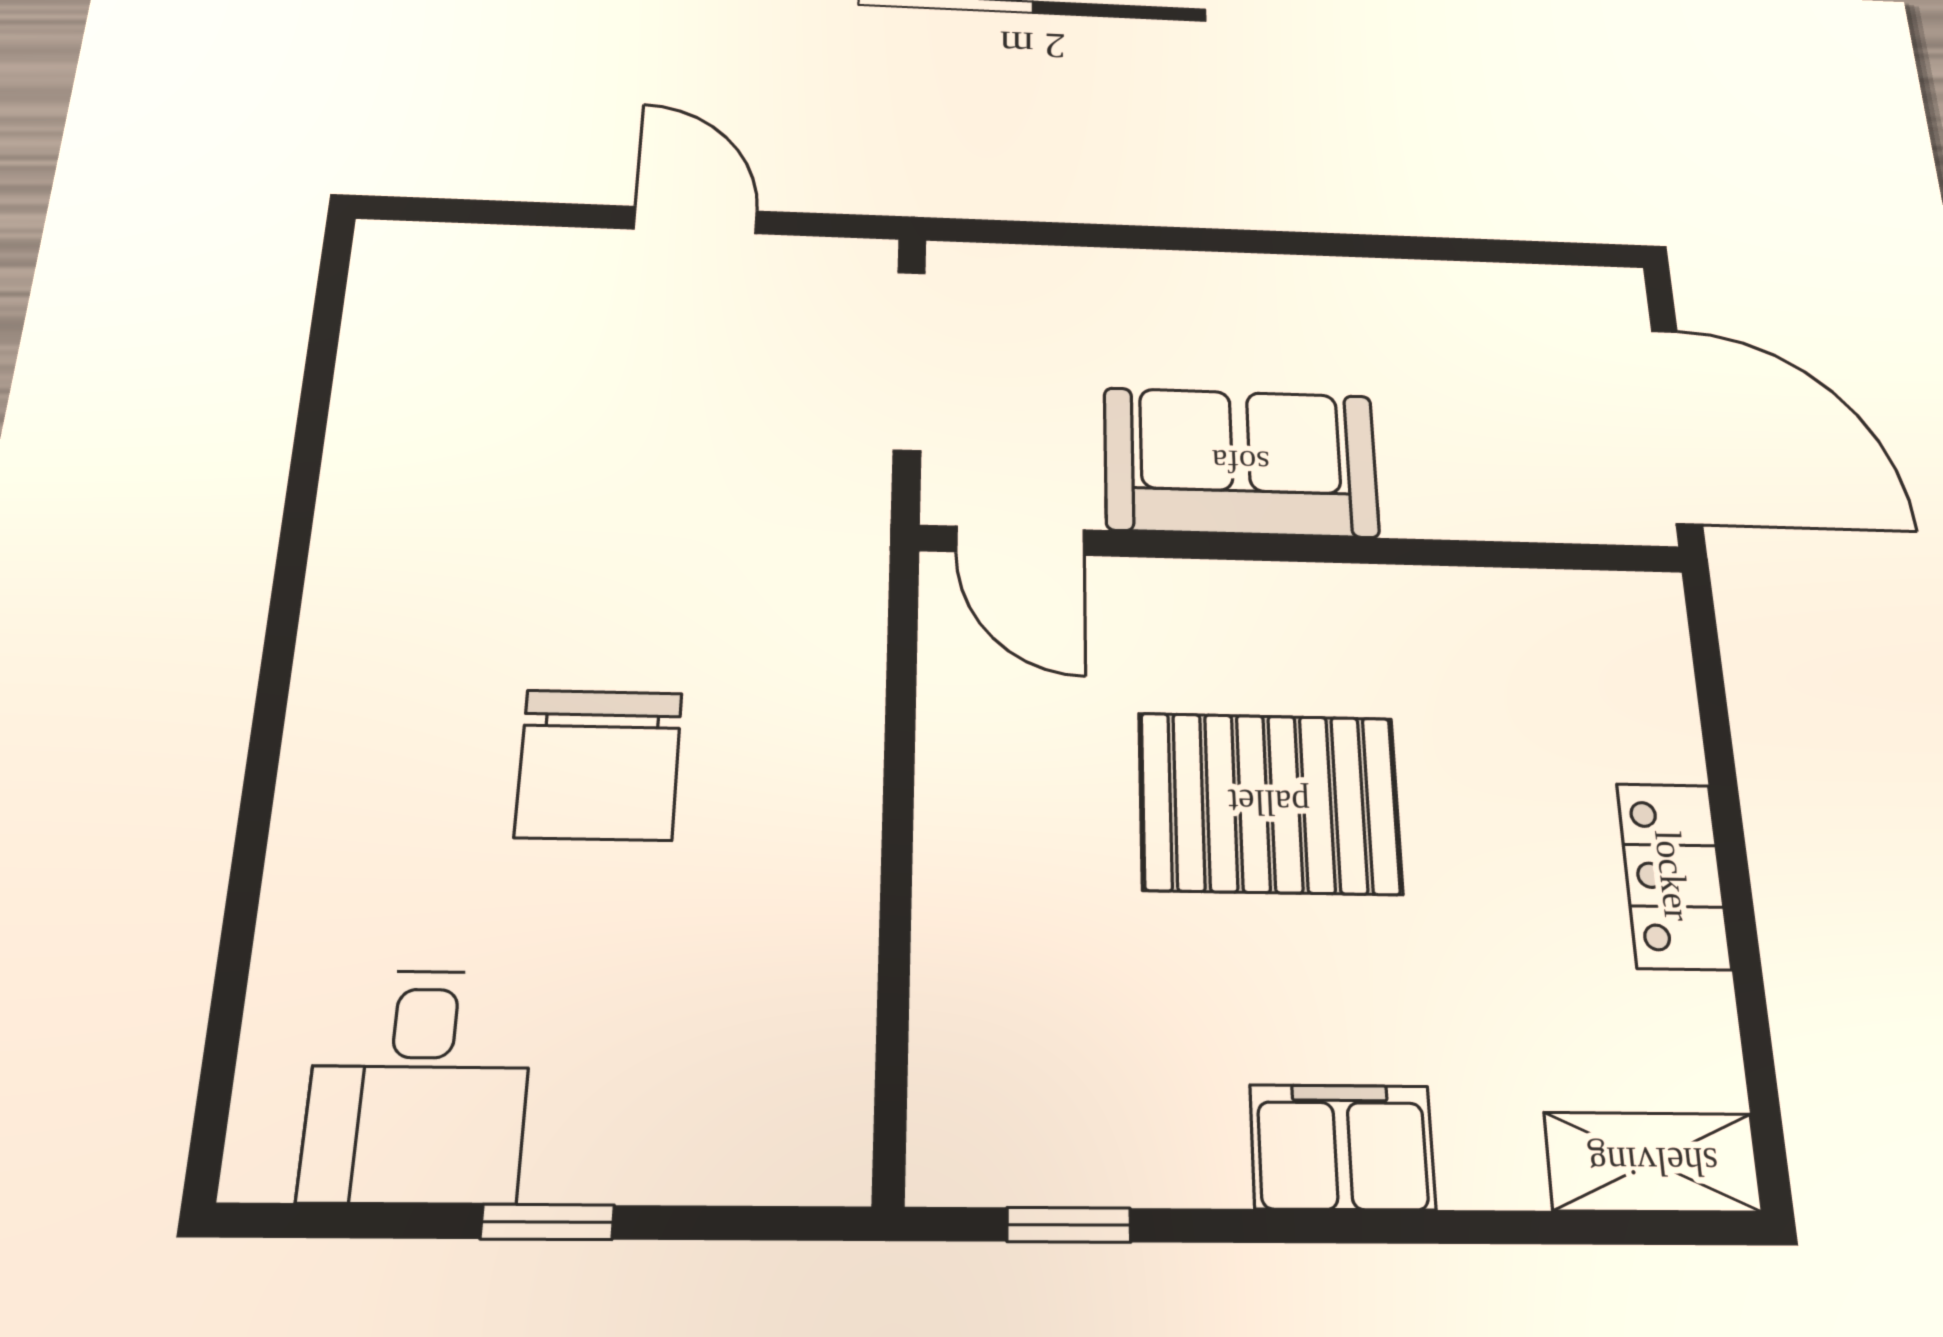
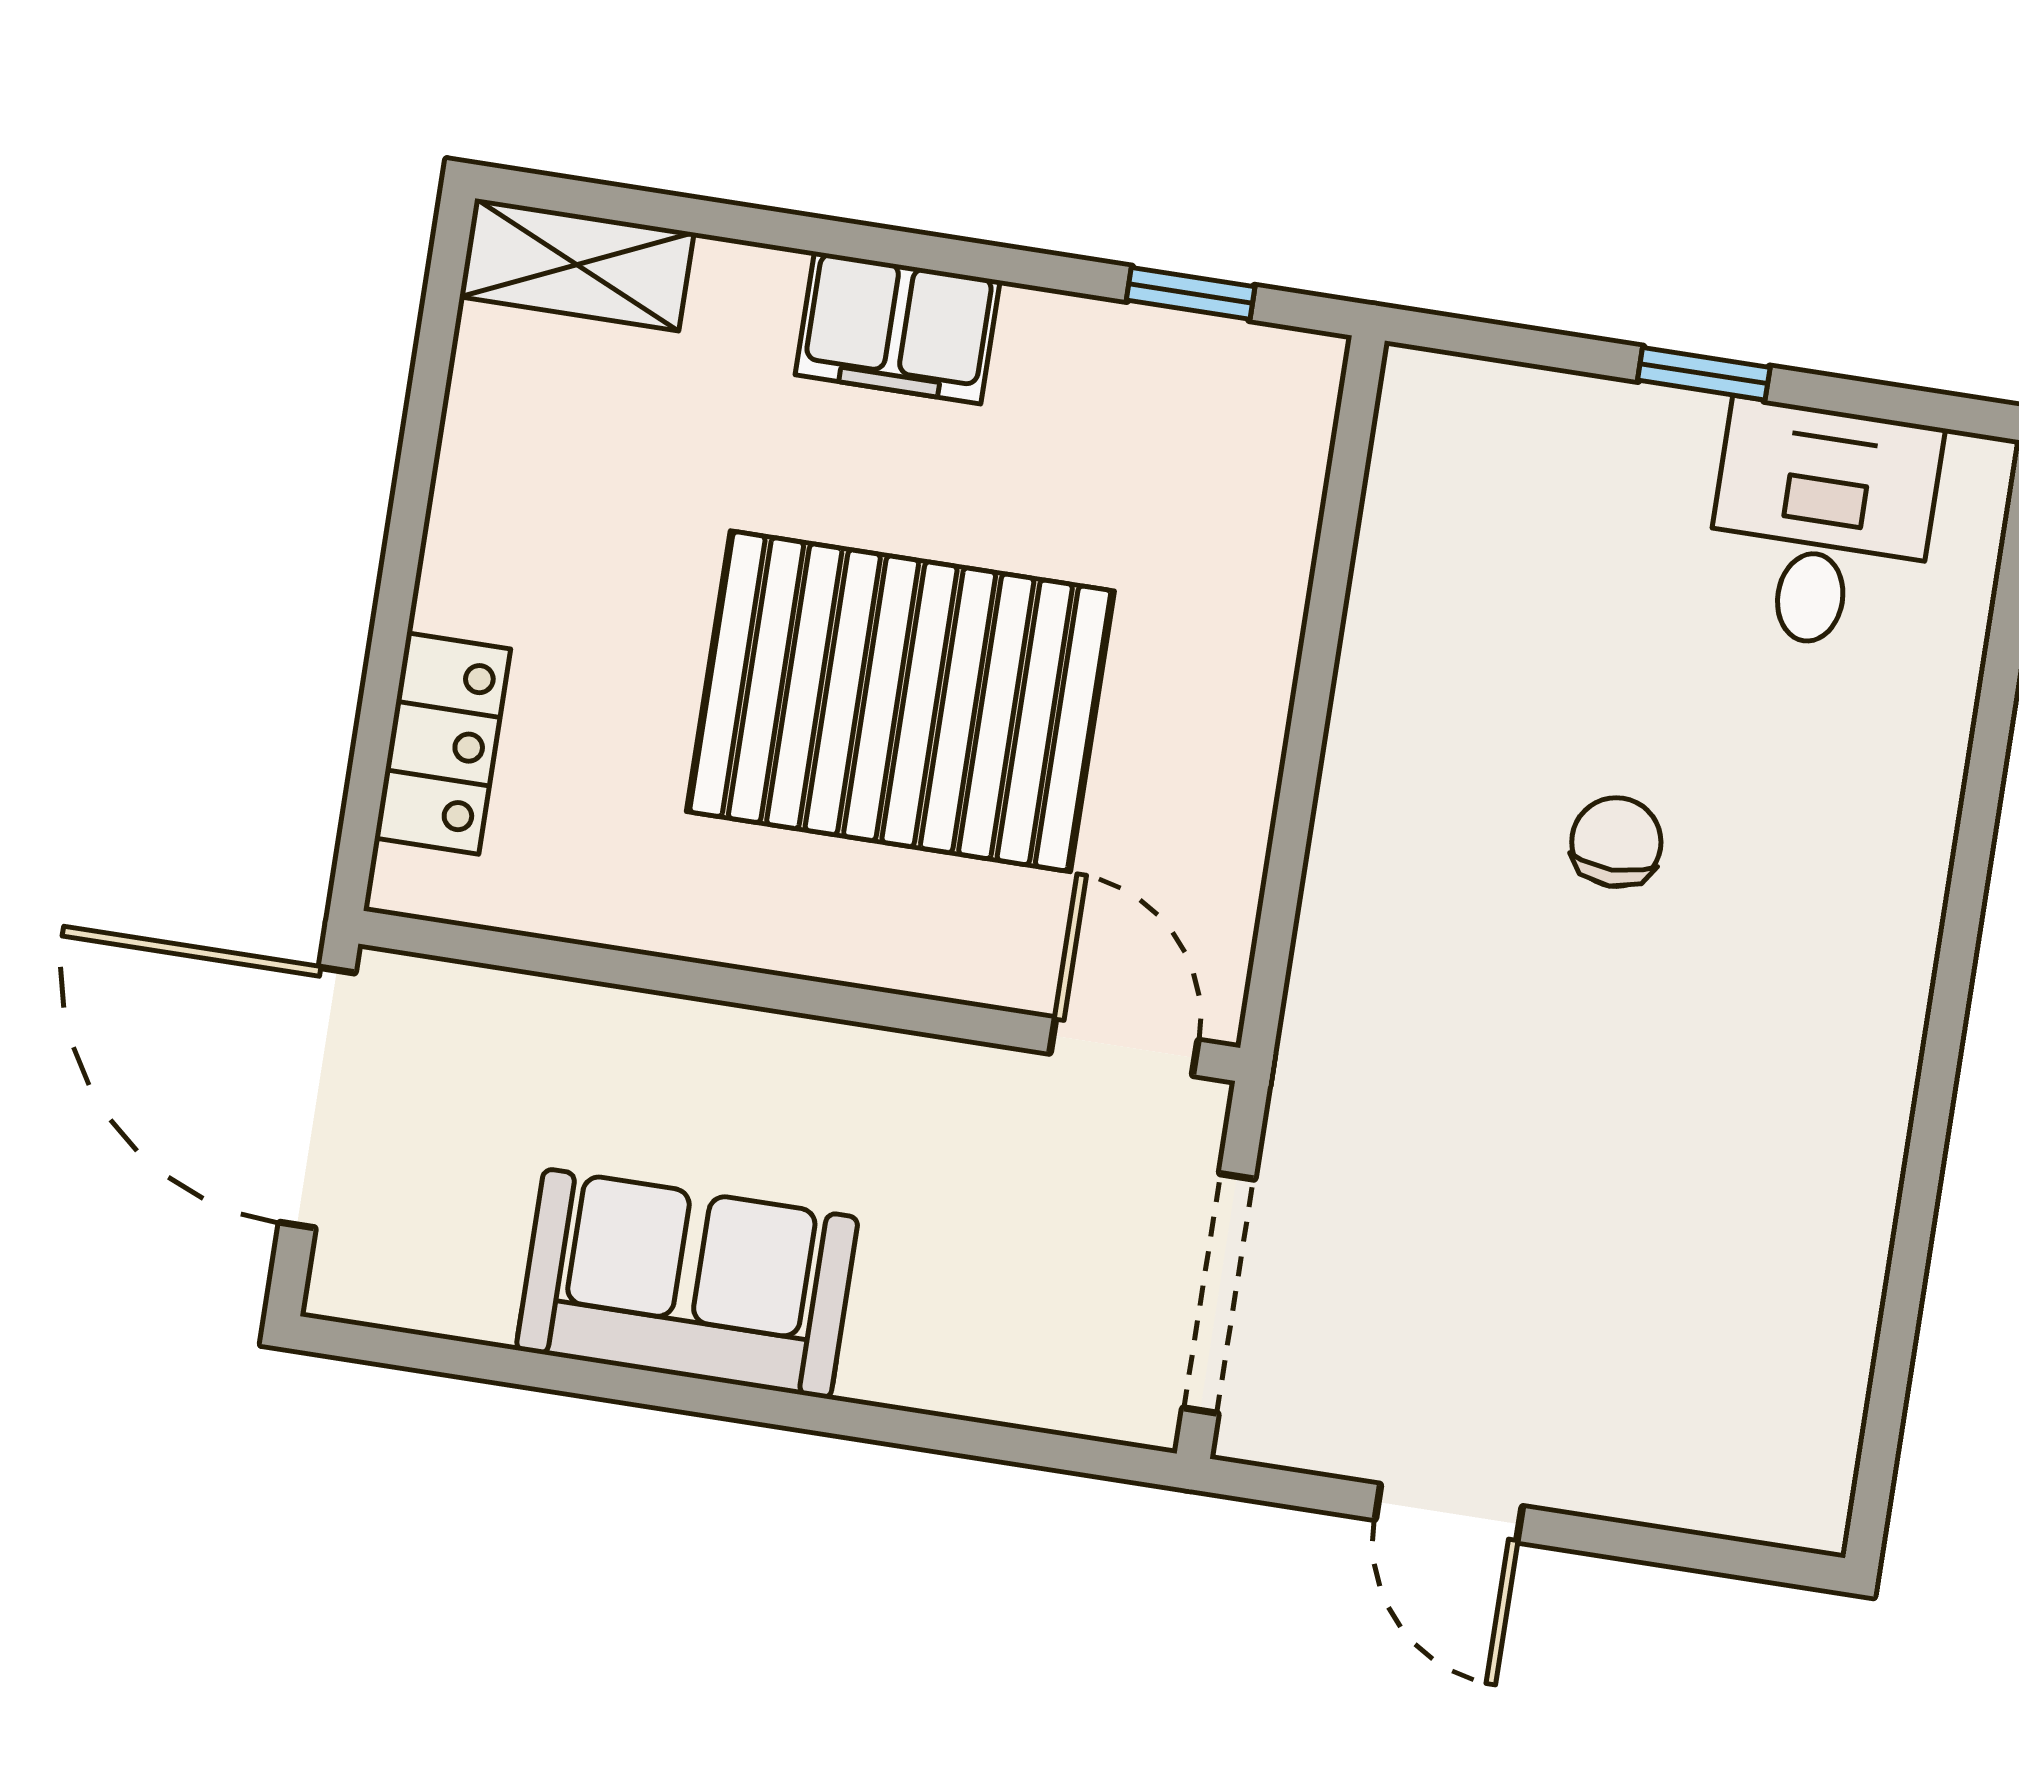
sofa: (1241, 462) -> (687, 1284), moved, turned 180
chair: (599, 765) -> (1616, 842), width x0.54, depth x0.54
pallet: (1269, 803) -> (900, 701), width x1.37, depth x1.41
locker: (1673, 876) -> (443, 744), moved

